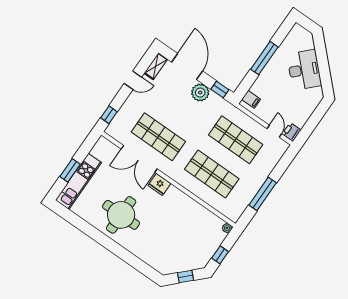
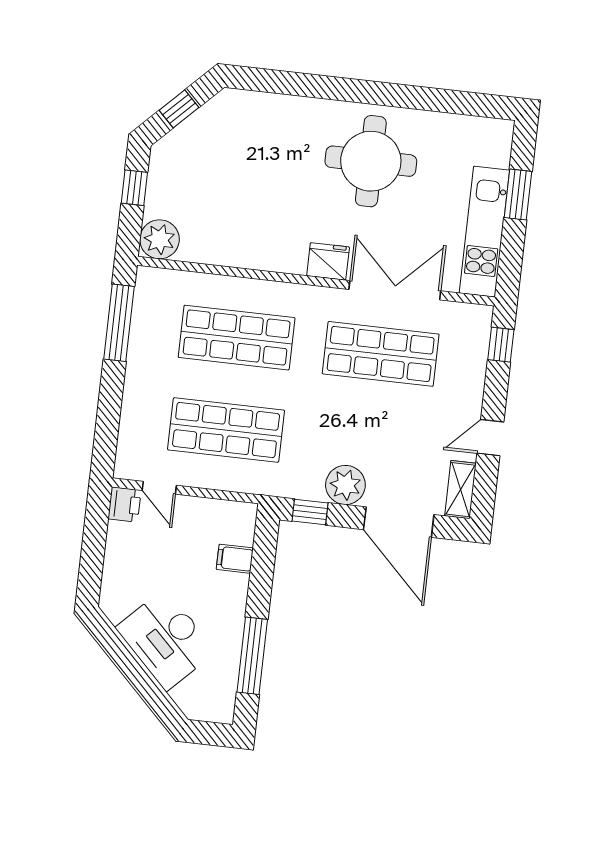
window: (264, 58) -> (252, 656), moved
filing cabinet: (251, 99) -> (235, 559), moved
kitchen unit: (78, 181) -> (484, 232), moved
window: (263, 194) -> (119, 323), moved
plant: (227, 228) -> (160, 239), width x1.87, depth x1.87

